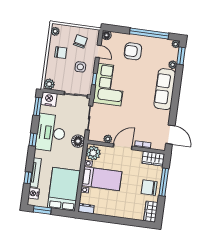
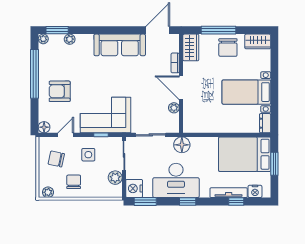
armchair: (133, 51) -> (60, 91), turned 90
plant: (49, 84) -> (115, 178), moved
sofa: (165, 89) -> (120, 45), moved
plant: (93, 153) -> (194, 124), removed
bed with nightstands: (102, 179) -> (246, 92), moved, turned -90
window: (42, 210) -> (274, 164), moved

